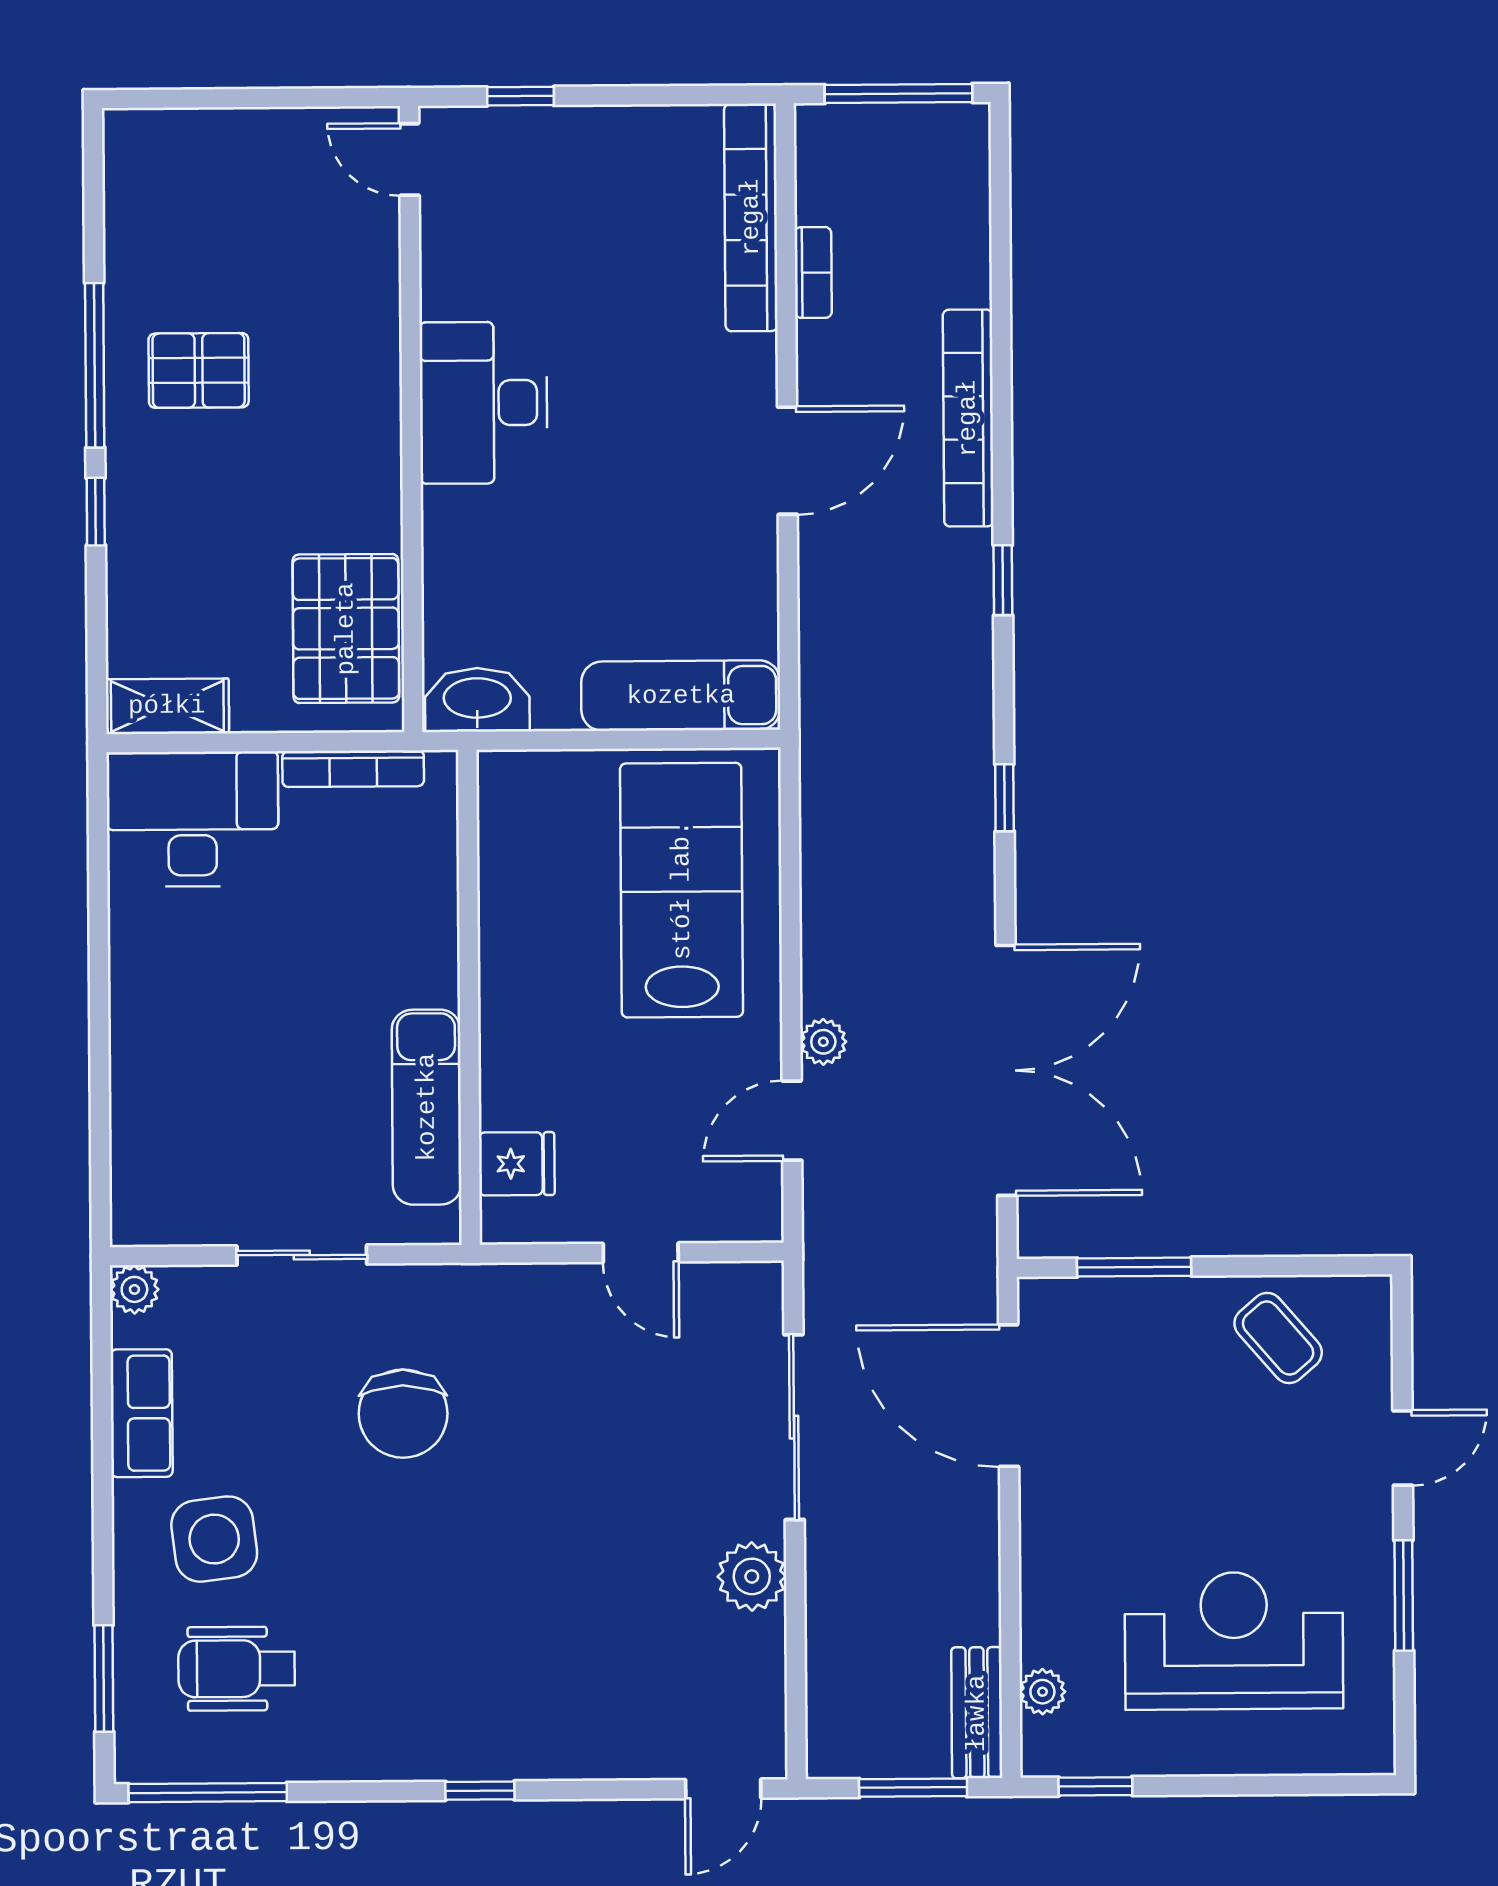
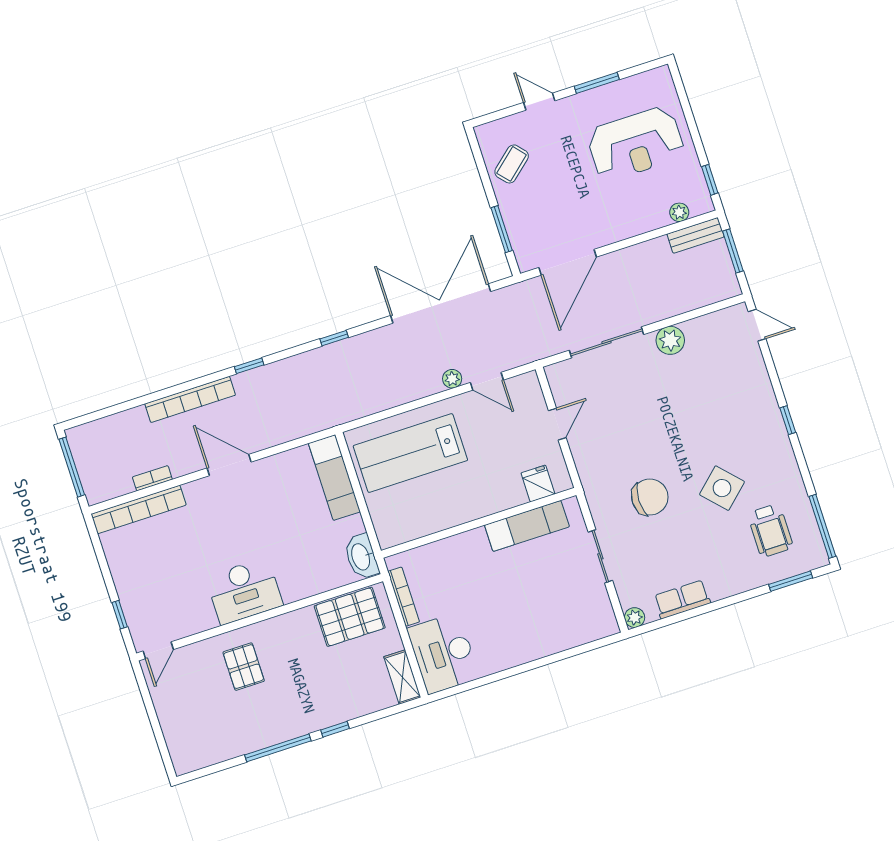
pallet: (199, 370) -> (244, 667), moved
side table: (214, 1539) -> (722, 488), moved, turned -36
reception desk: (1234, 1641) -> (636, 144), turned -90

